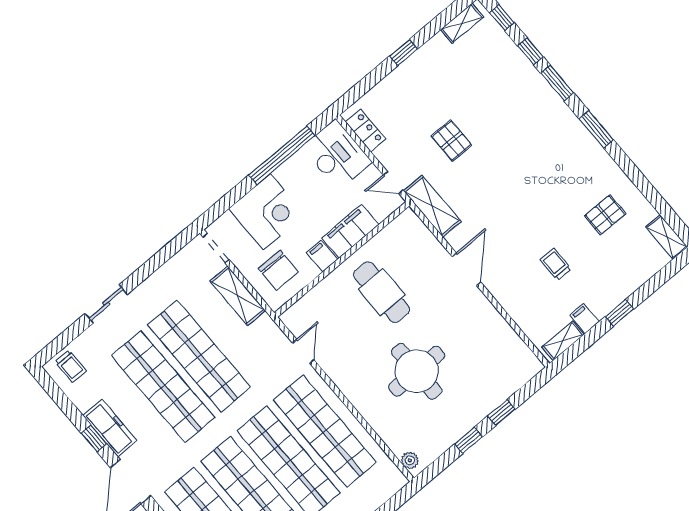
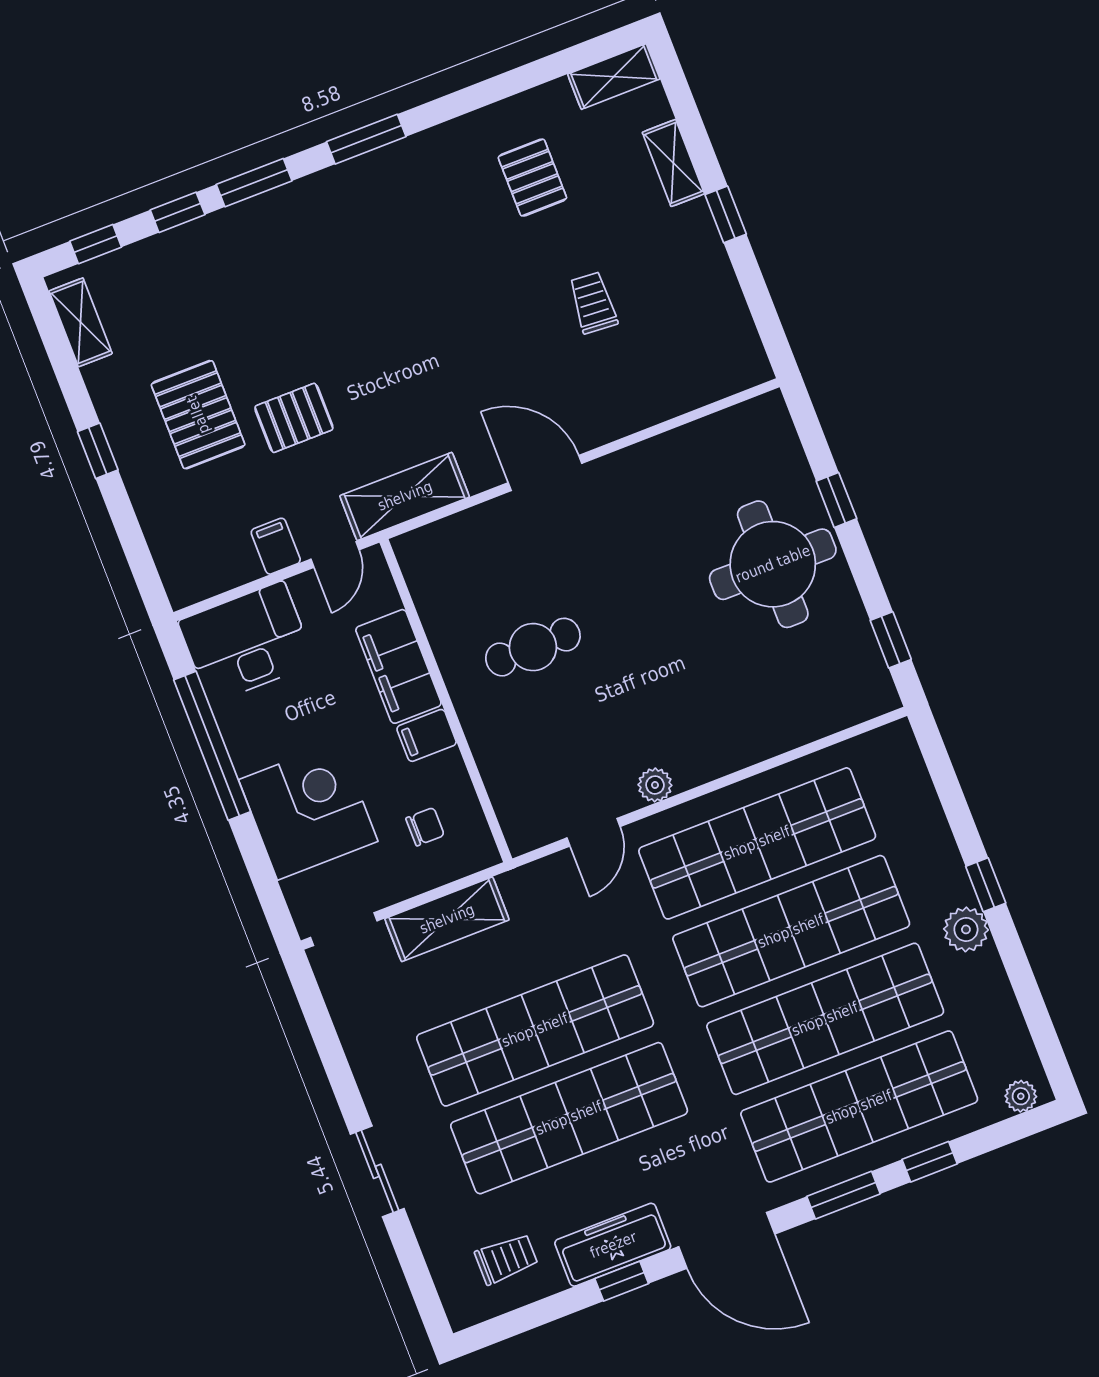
pallet: (437, 94) -> (198, 415), added
locker: (366, 131) -> (220, 573), removed
trolley: (555, 264) -> (593, 303), turned 94
chair: (278, 270) -> (425, 827), width x0.54, depth x0.54
cafe table: (382, 292) -> (533, 647), width x0.73, depth x0.74
filing cabinet: (585, 318) -> (276, 546), moved, turned 90
shelving: (563, 341) -> (673, 163), moved
door: (303, 351) -> (594, 832), swing flipped
trolley: (71, 366) -> (506, 1259), moved
round table: (417, 371) -> (773, 564), moved
window: (468, 440) -> (891, 640), moved
plant: (410, 460) -> (655, 785), moved

